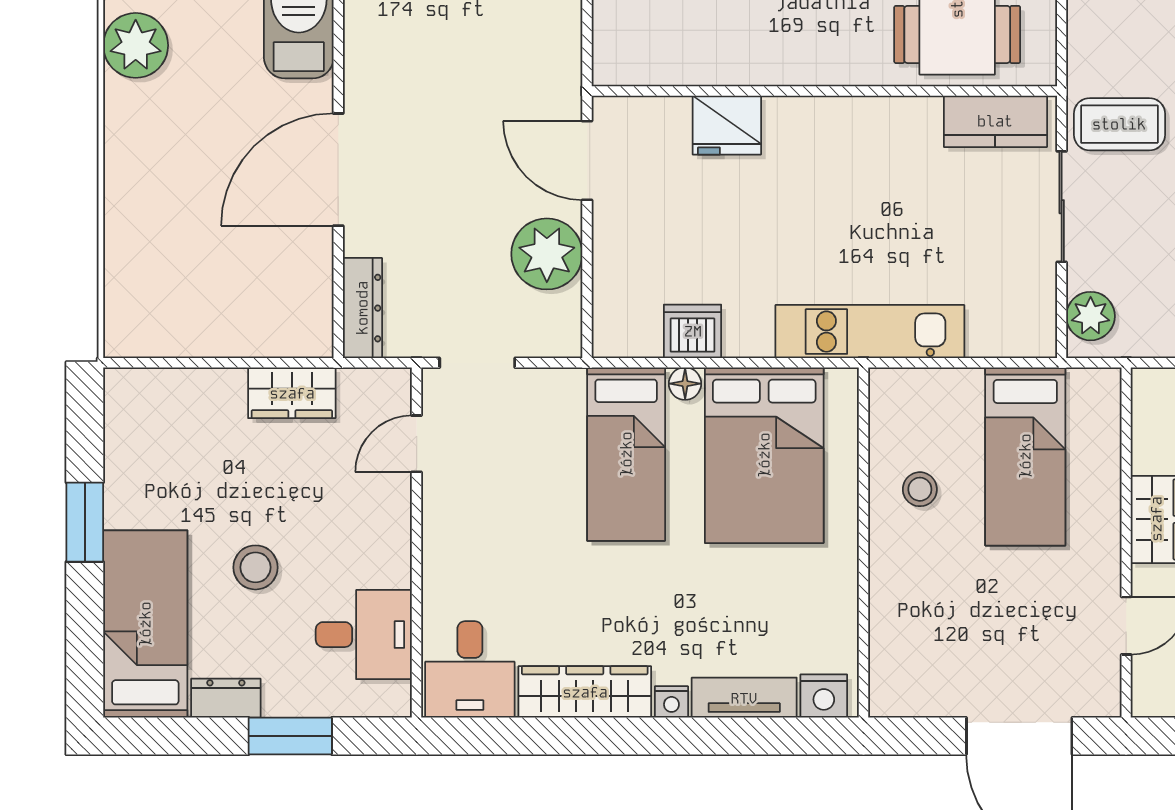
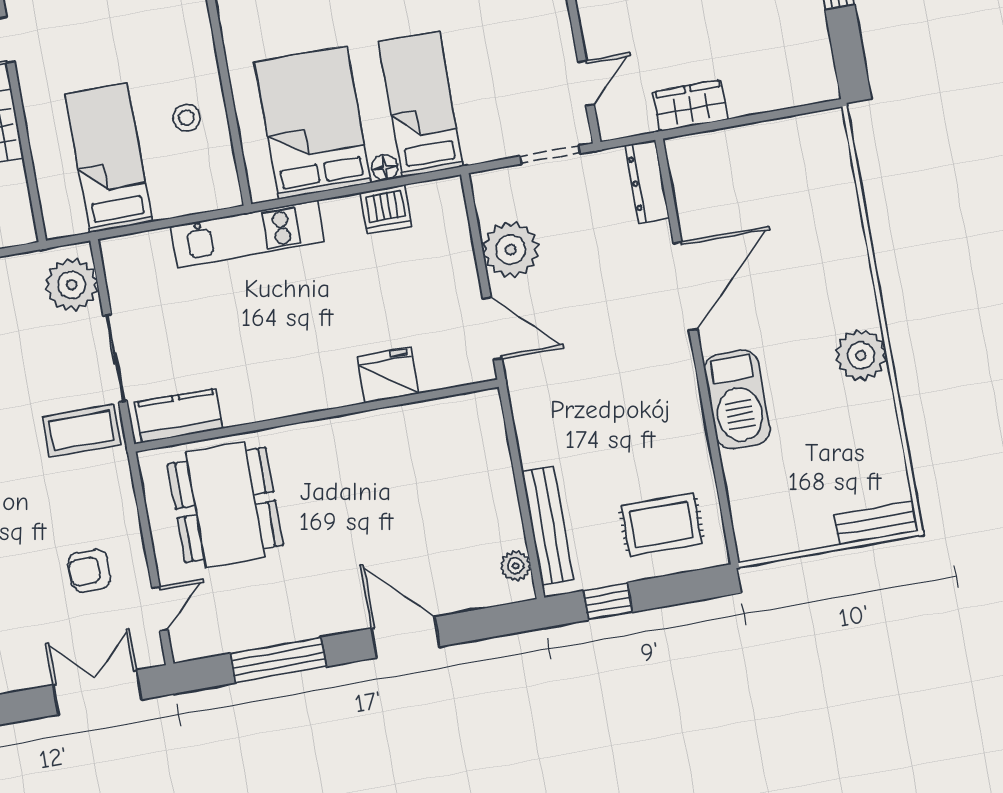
plant: (1091, 316) -> (72, 285), width x1.36, depth x1.36

